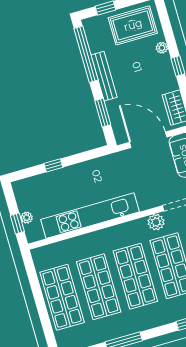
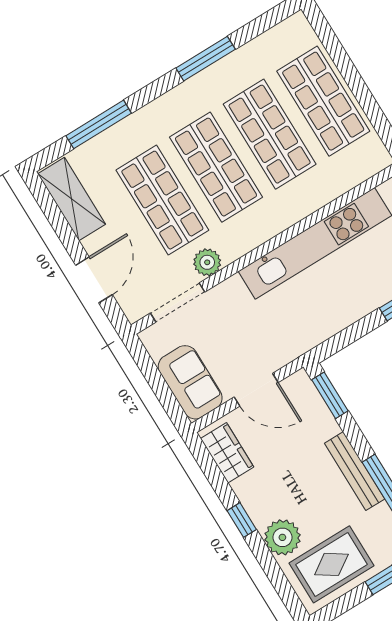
plant: (162, 48) -> (282, 537), width x1.87, depth x1.87
window: (103, 113) -> (330, 395), moved
door: (148, 140) -> (256, 390), width x0.73

